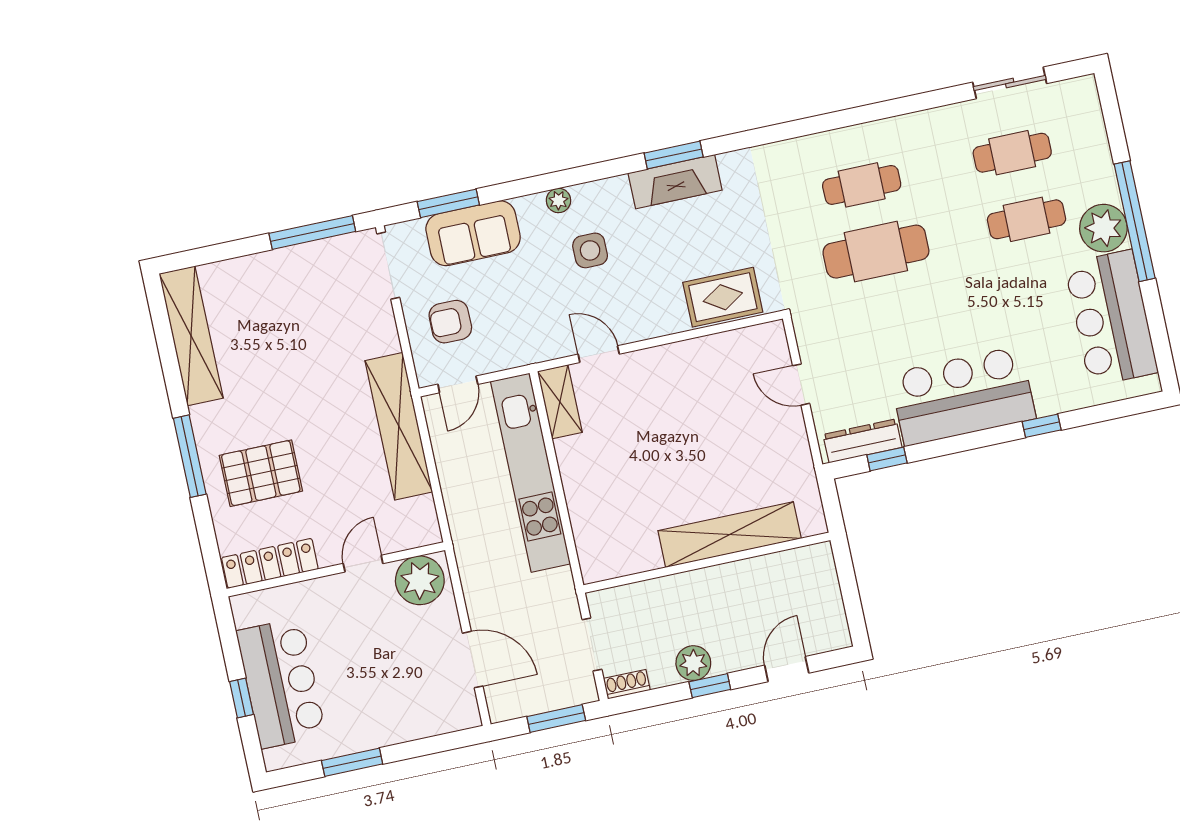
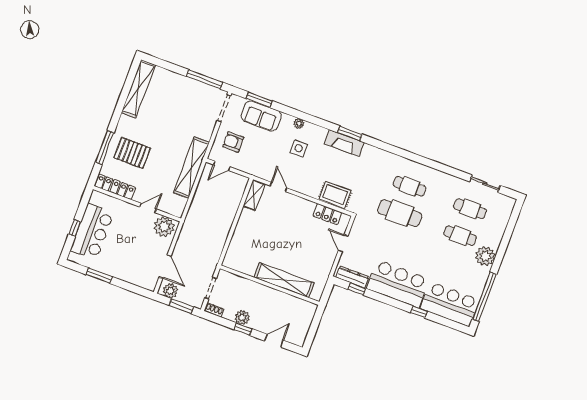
window: (1135, 221) -> (484, 297), moved
bar counter: (1111, 318) -> (450, 304), moved, turned 90
locker: (732, 346) -> (327, 214), added
window: (190, 456) -> (105, 147), moved
kitchen unit: (530, 473) -> (228, 213), removed
plant: (515, 702) -> (170, 291), added

